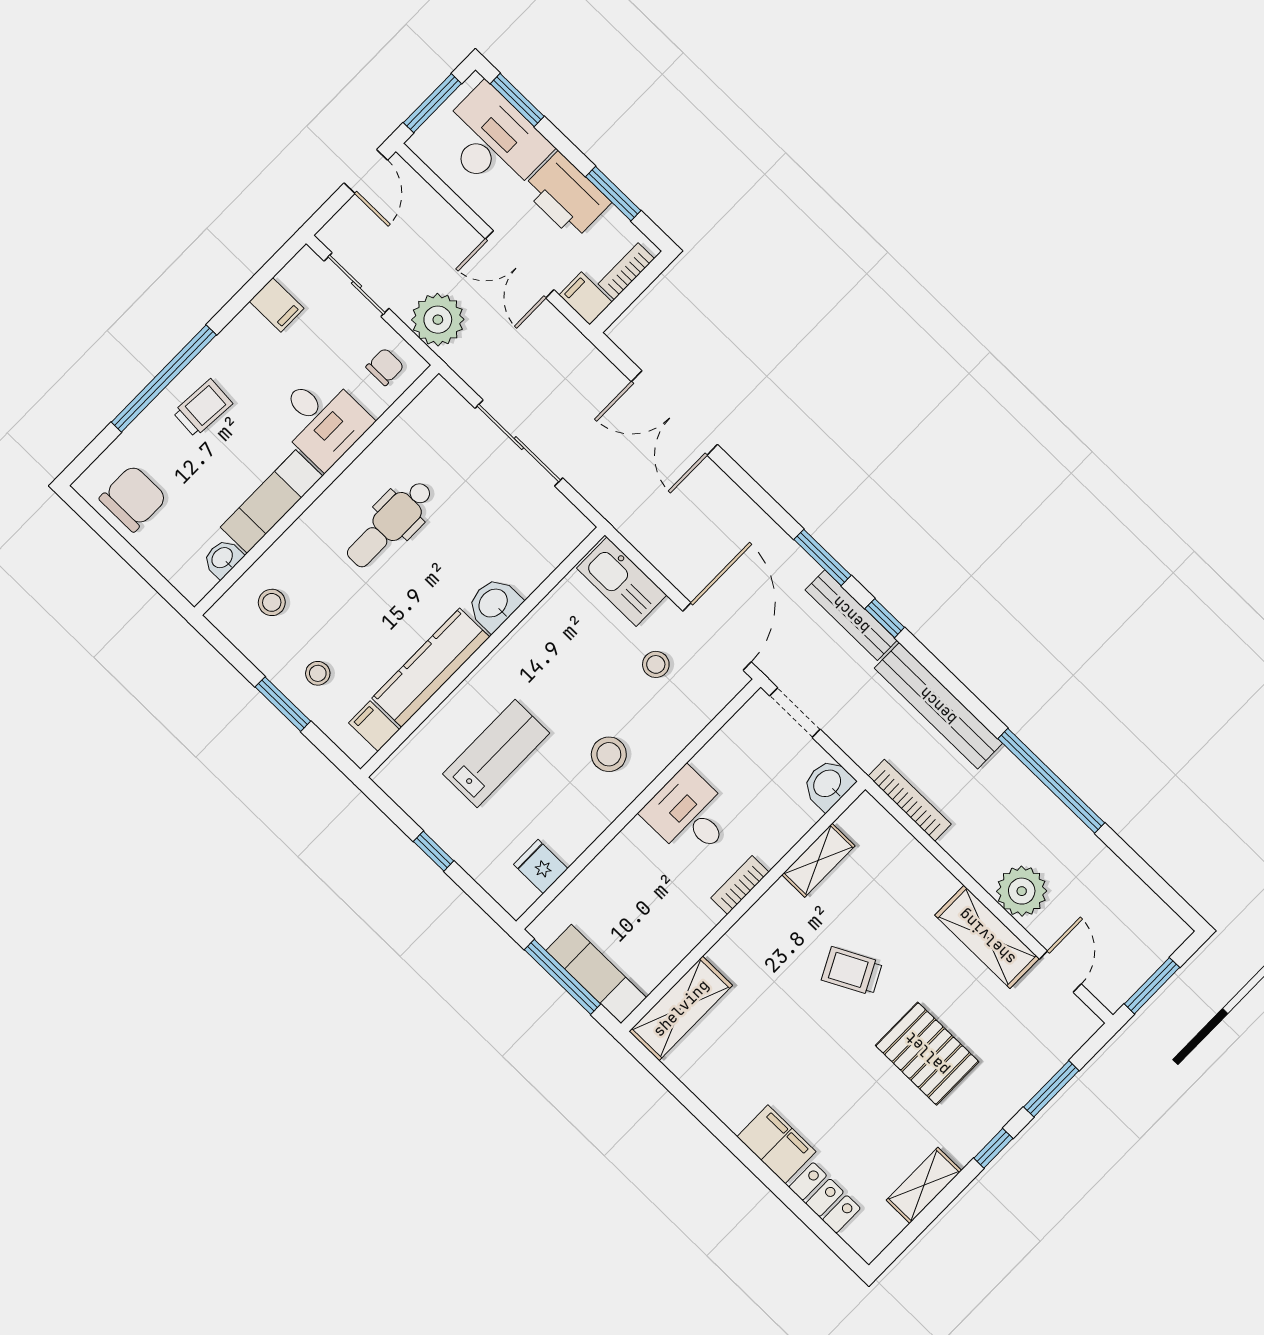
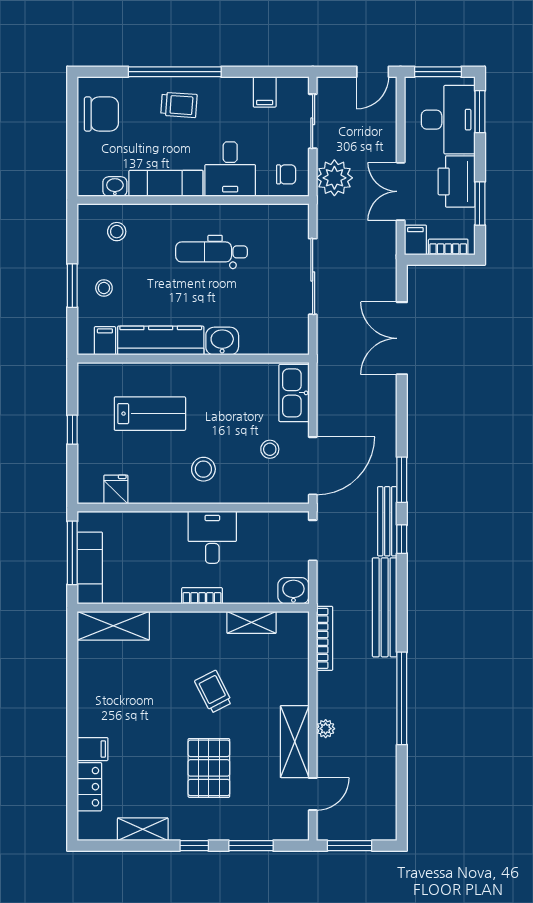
plant: (1022, 891) -> (326, 729), width x0.53, depth x0.53
filing cabinet: (776, 1144) -> (93, 749), width x0.50

